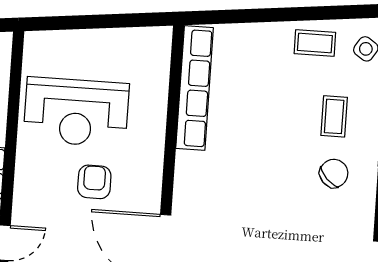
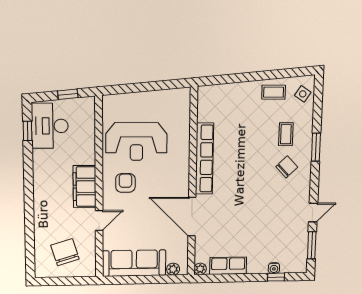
row of seats: (195, 88) -> (204, 159), moved
armchair: (94, 182) -> (125, 183), moved

